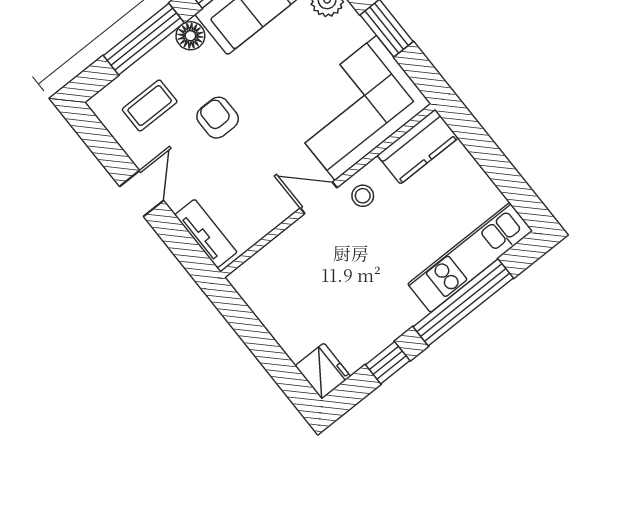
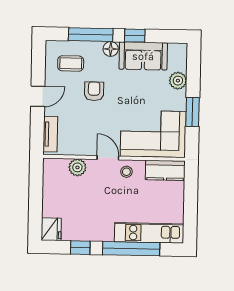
plant: (286, 249) -> (77, 167), added

